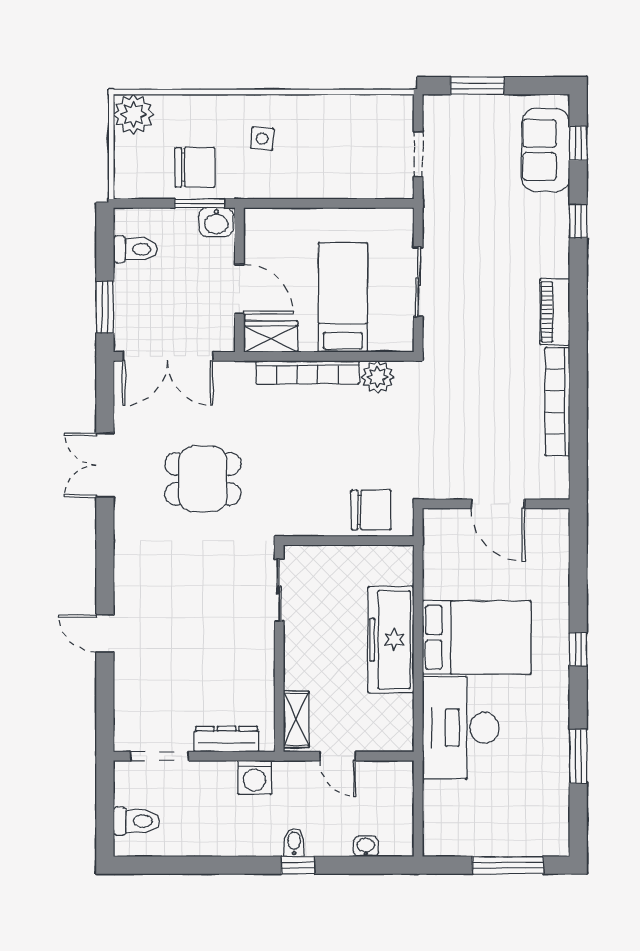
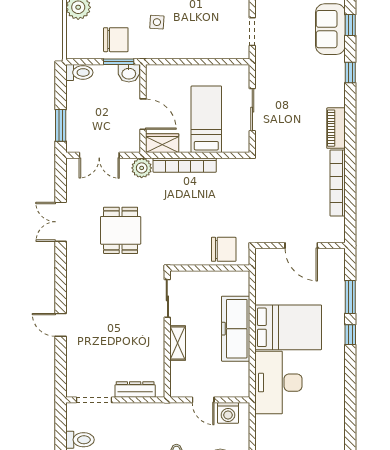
toilet: (135, 249) -> (79, 72), moved
double door: (168, 356) -> (99, 155), width x0.73
plant: (378, 377) -> (142, 168), moved
dining table: (203, 479) -> (121, 230), turned 90
shelving: (296, 719) -> (178, 343), moved
window: (578, 756) -> (350, 297), moved
washing machine: (255, 777) -> (228, 413), moved

